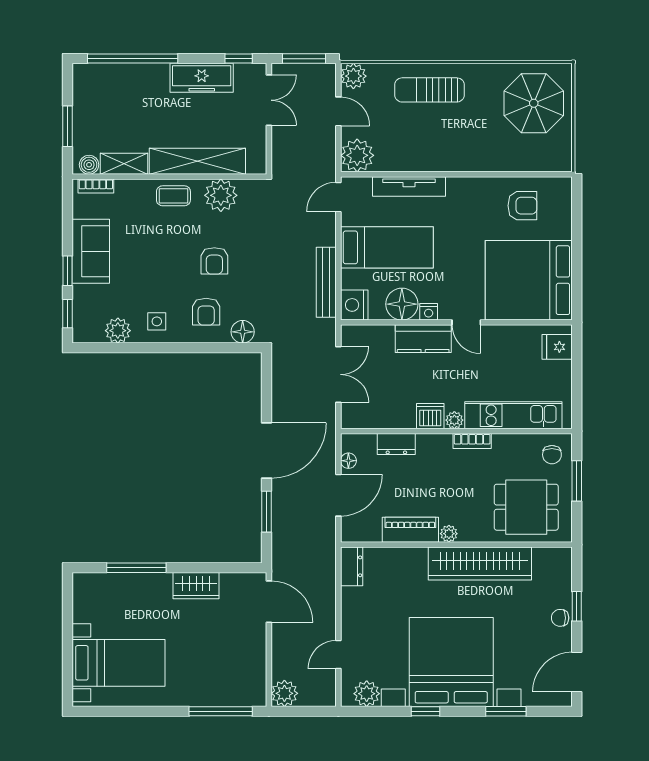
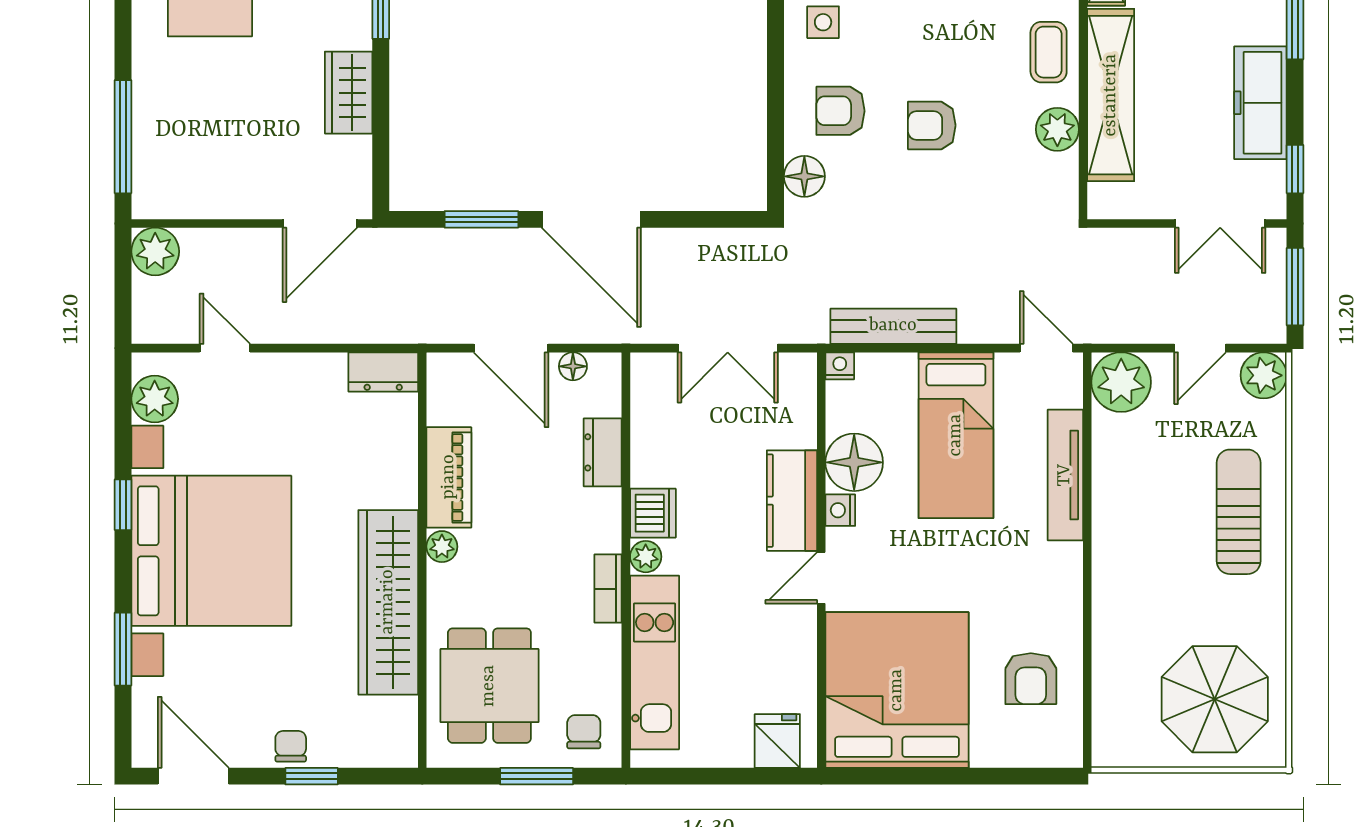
plant: (221, 195) -> (1057, 129), width x0.73, depth x0.73
nightstand: (354, 305) -> (840, 366), width x0.53, depth x0.56
chair: (552, 455) -> (584, 732), turned 90

